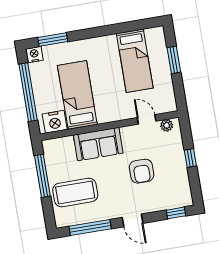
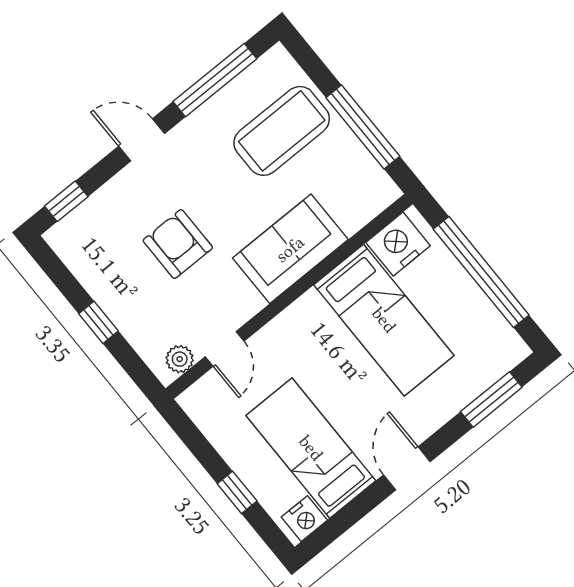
door: (102, 31) -> (407, 468), added
nightstand: (34, 55) -> (304, 519), moved
window: (174, 60) -> (237, 492), width x0.67
door: (147, 119) -> (225, 349), hinge flipped

